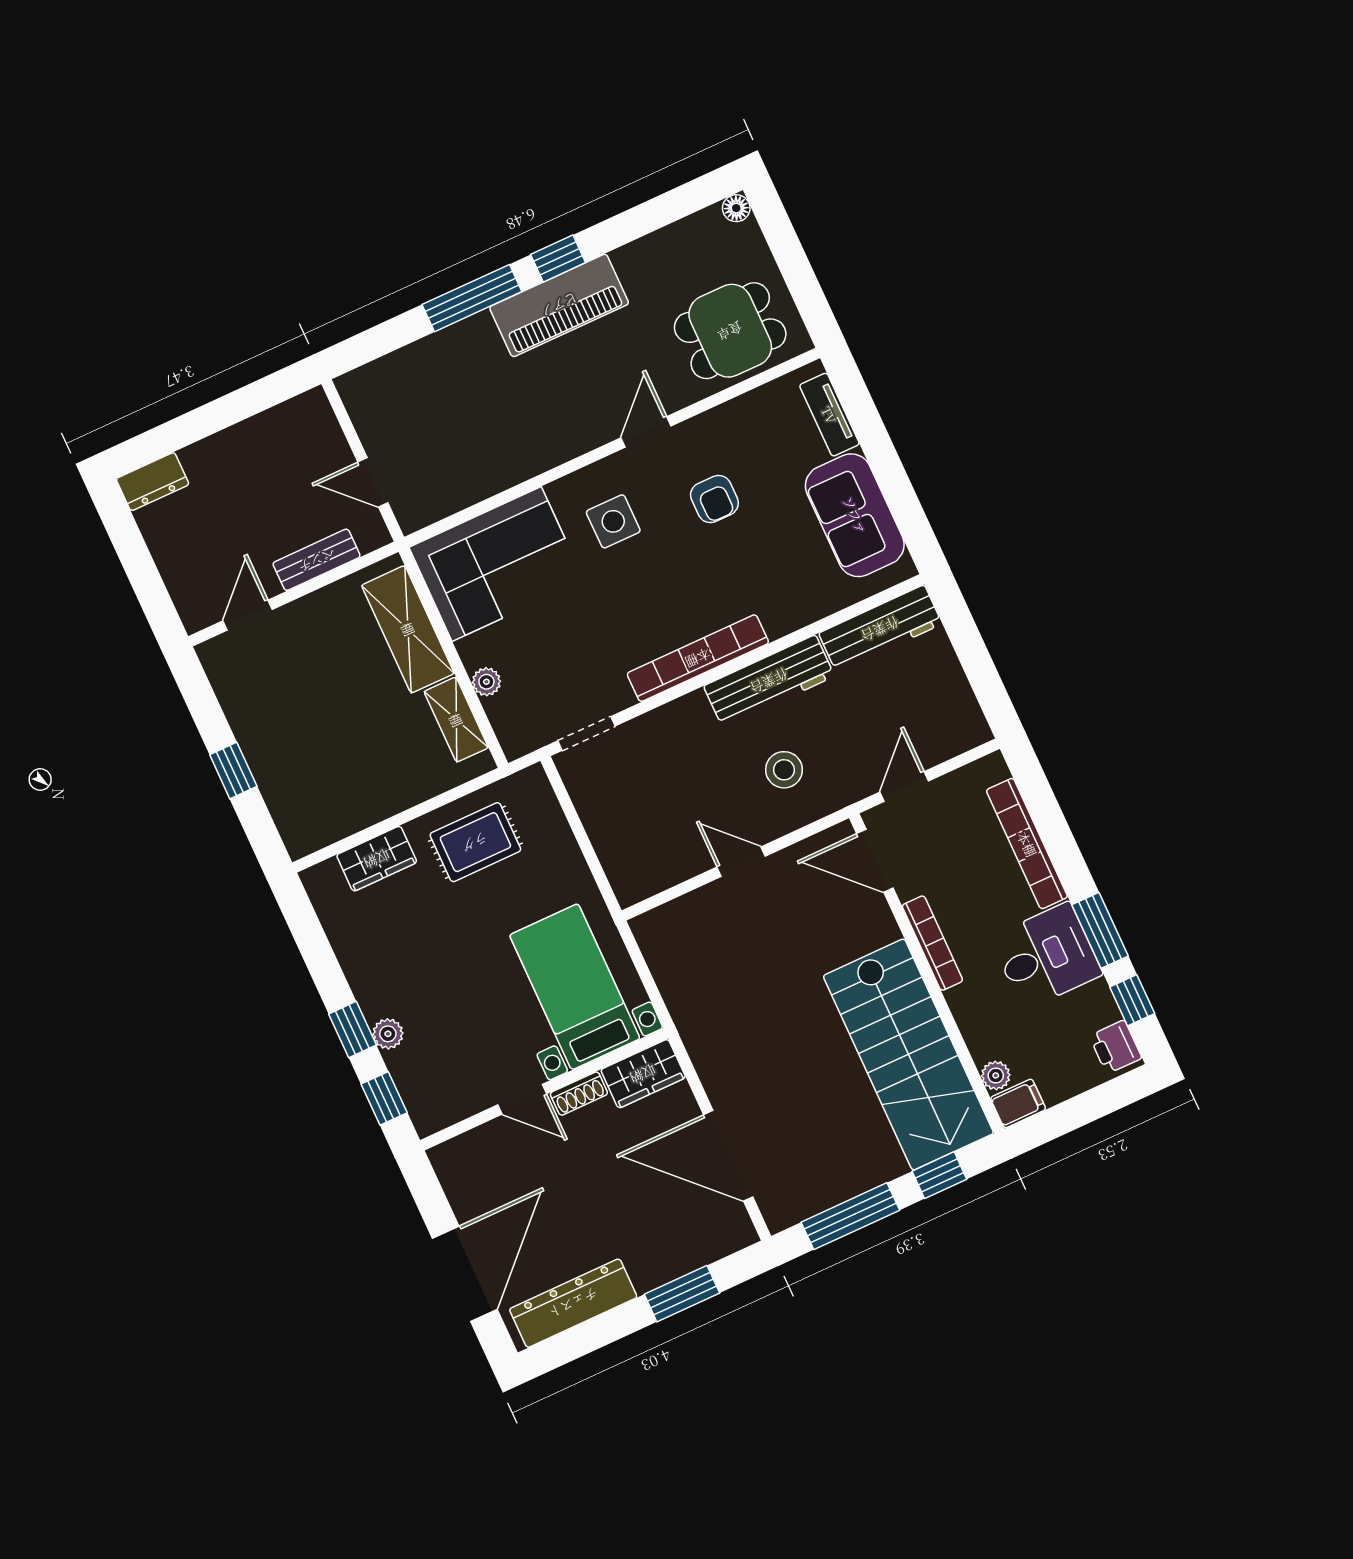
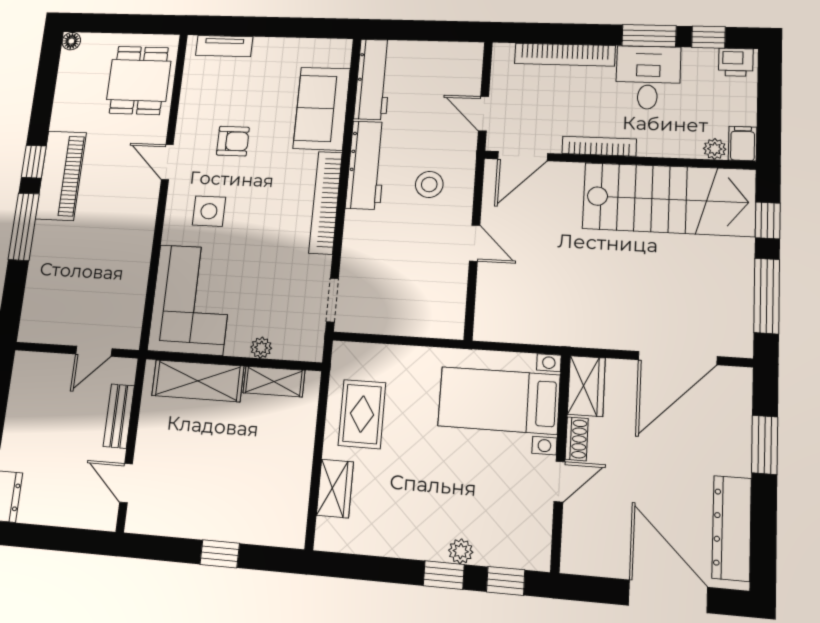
sofa: (855, 515) -> (322, 108), moved, turned 90
door: (741, 862) -> (475, 243), swing flipped

